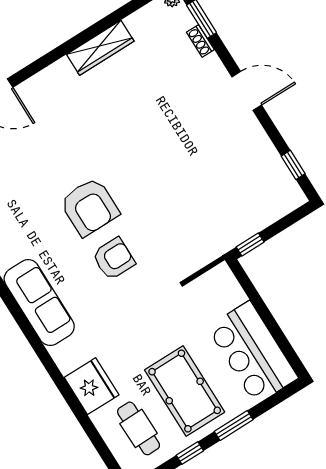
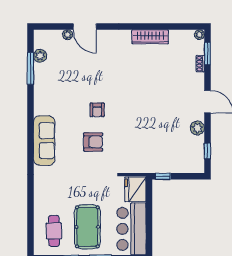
plant: (256, 140) -> (197, 128), added
armchair: (90, 207) -> (97, 110), width x0.53, depth x0.53
fridge: (92, 386) -> (135, 189), moved, turned 180

